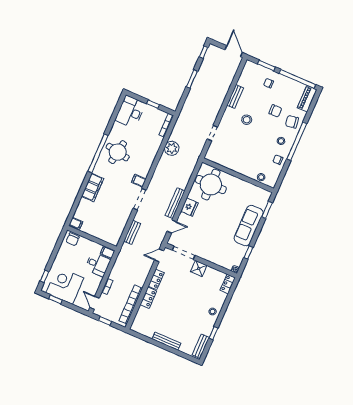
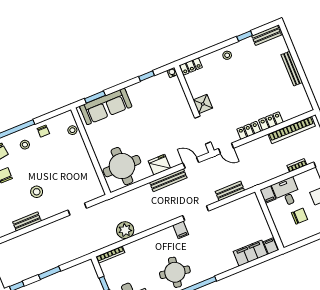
filing cabinet: (93, 187) -> (250, 253), moved
sofa: (249, 226) -> (106, 106), moved
chair: (73, 239) -> (299, 216), moved

